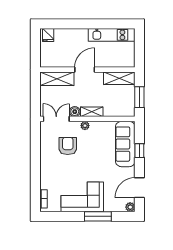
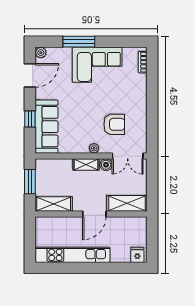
kitchen unit: (112, 35) -> (73, 255), width x1.36
armchair: (68, 146) -> (114, 124), turned -90

